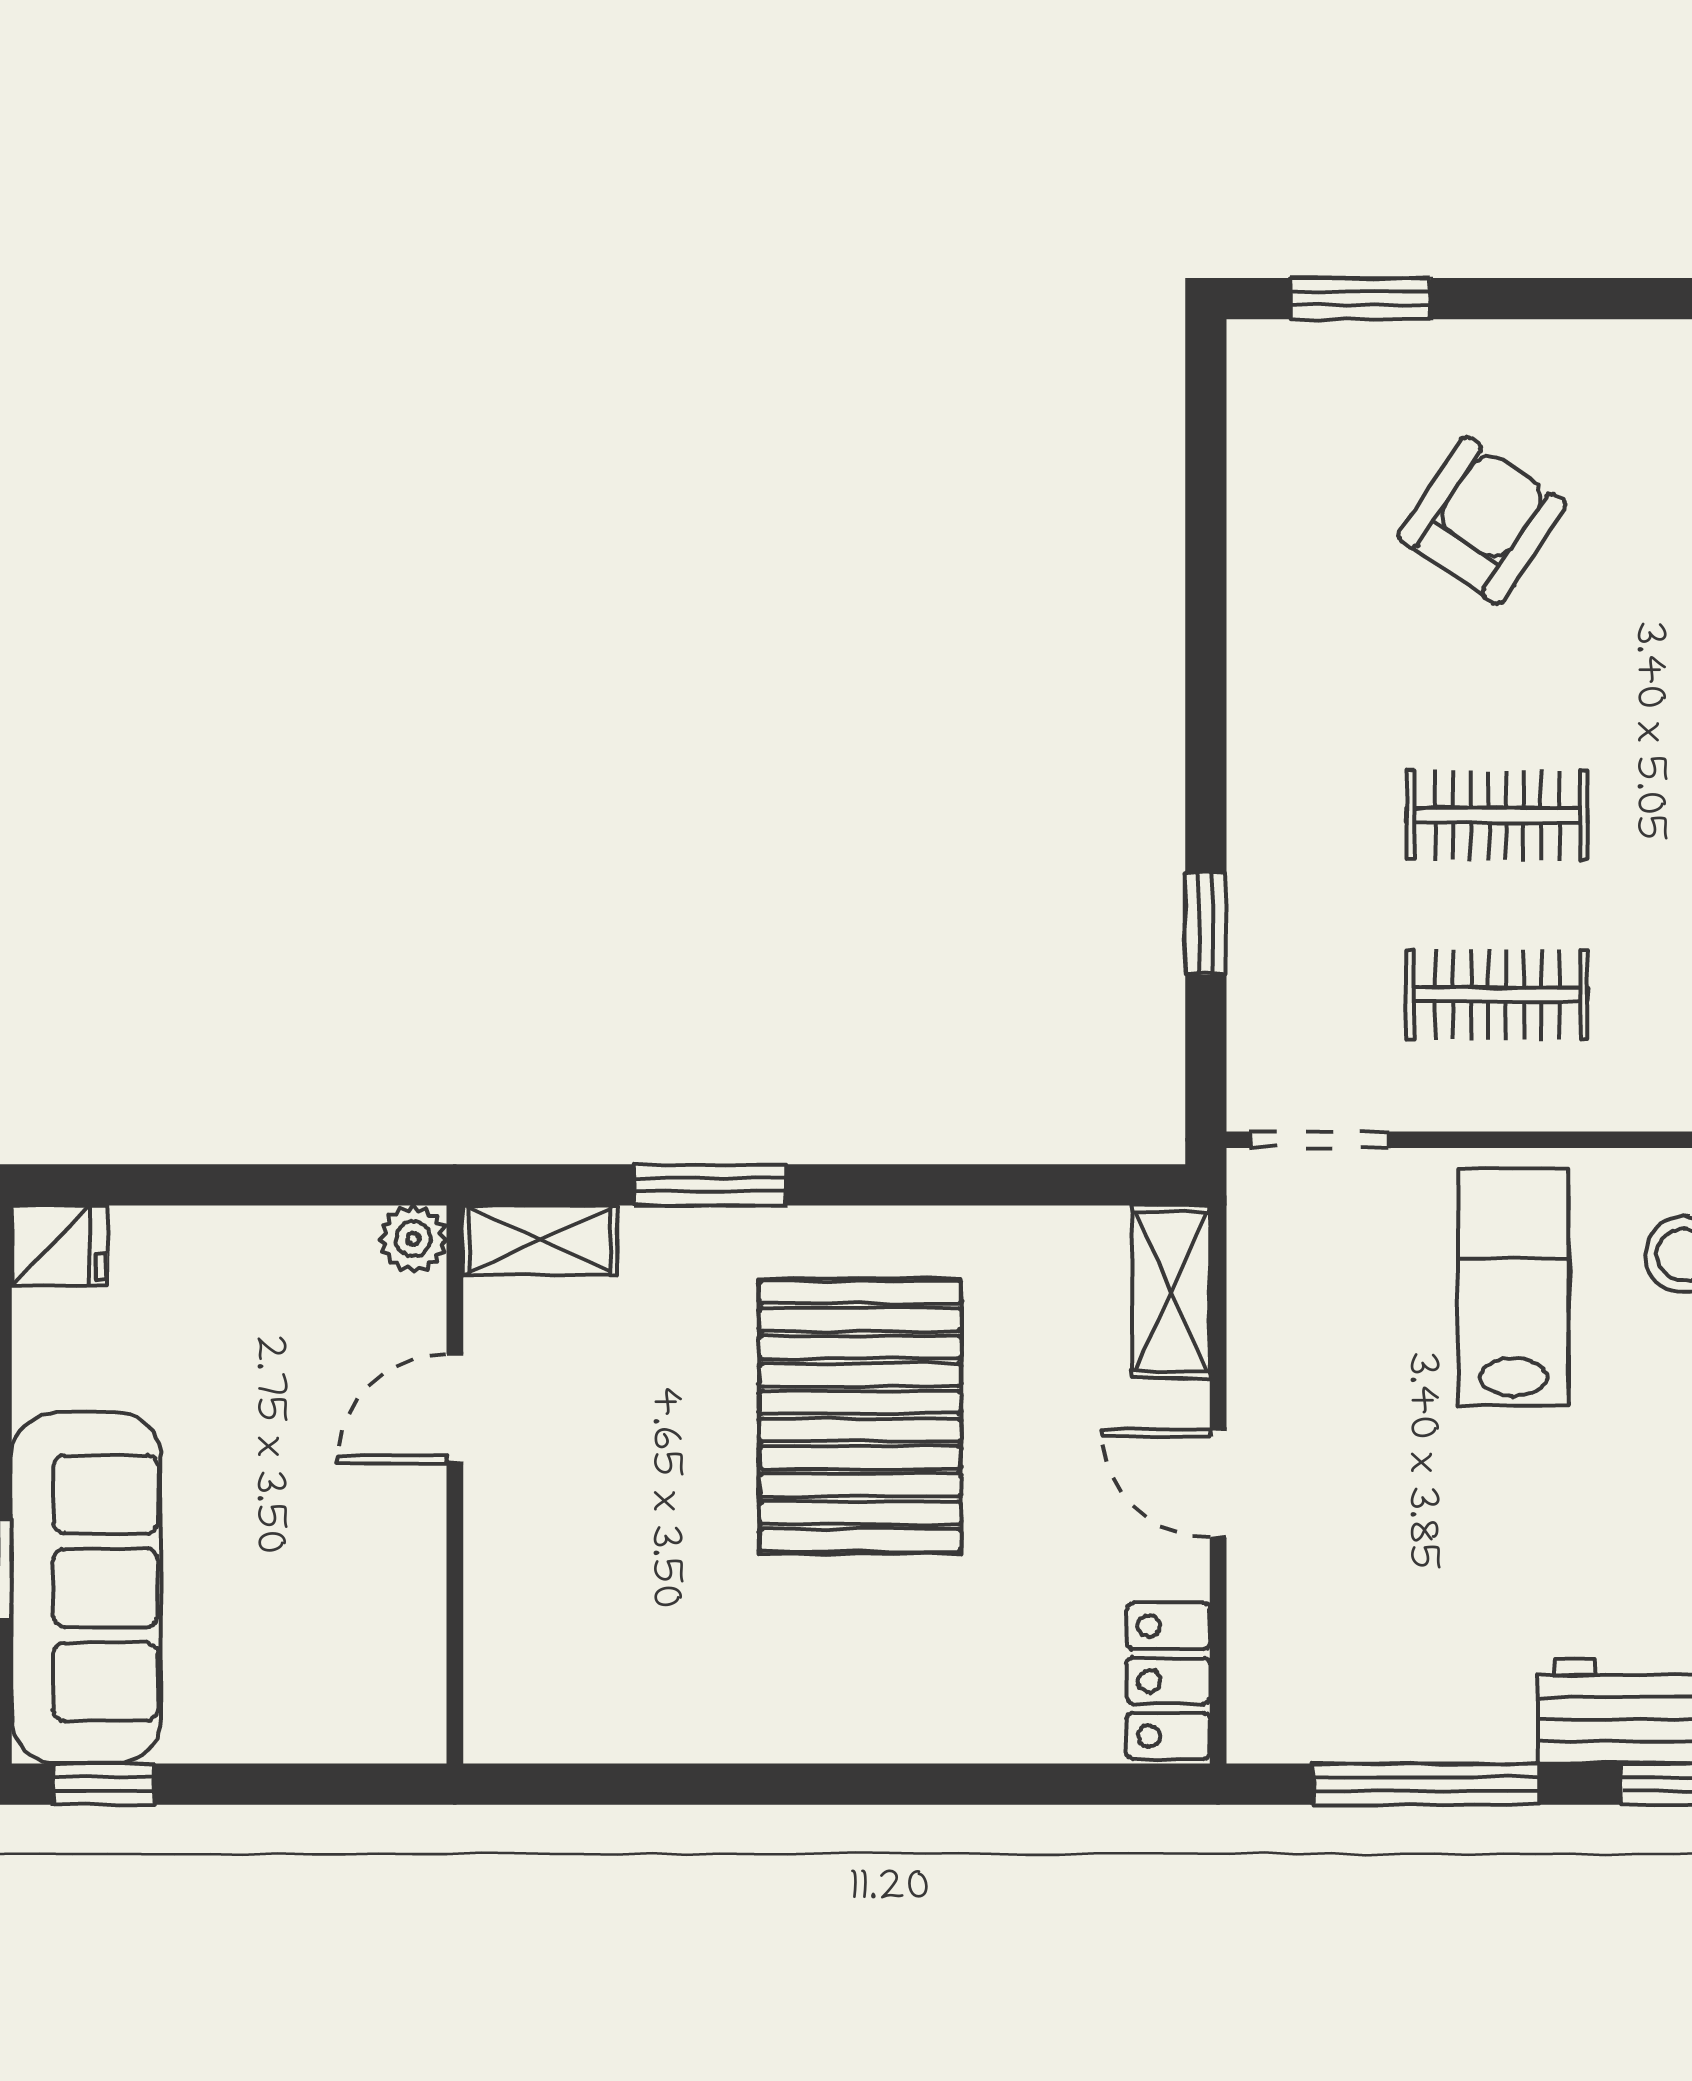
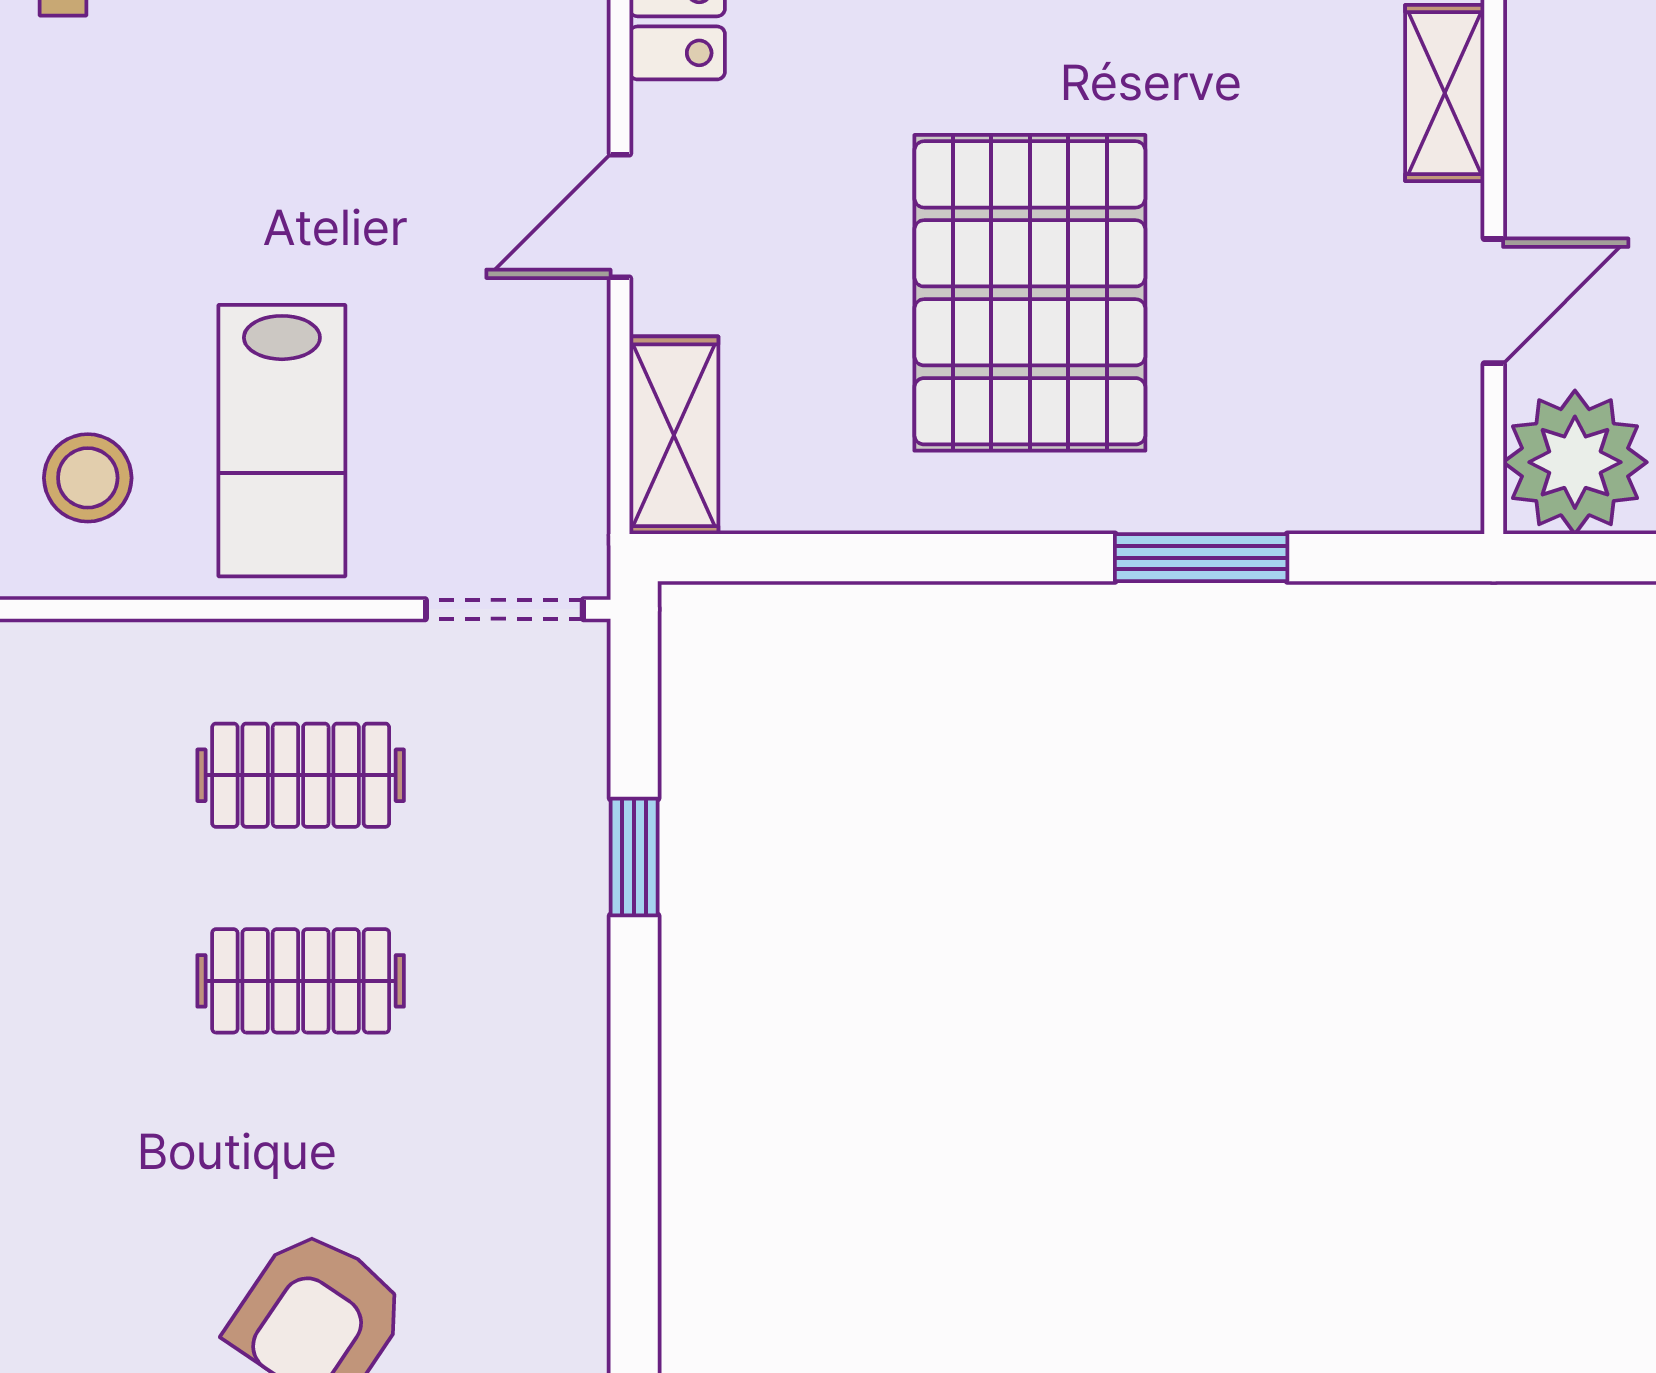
plant: (413, 1239) -> (1575, 462), width x1.88, depth x1.88
shelving: (540, 1240) -> (1445, 93), moved, turned 90
door: (1218, 1483) -> (620, 216), swing flipped

